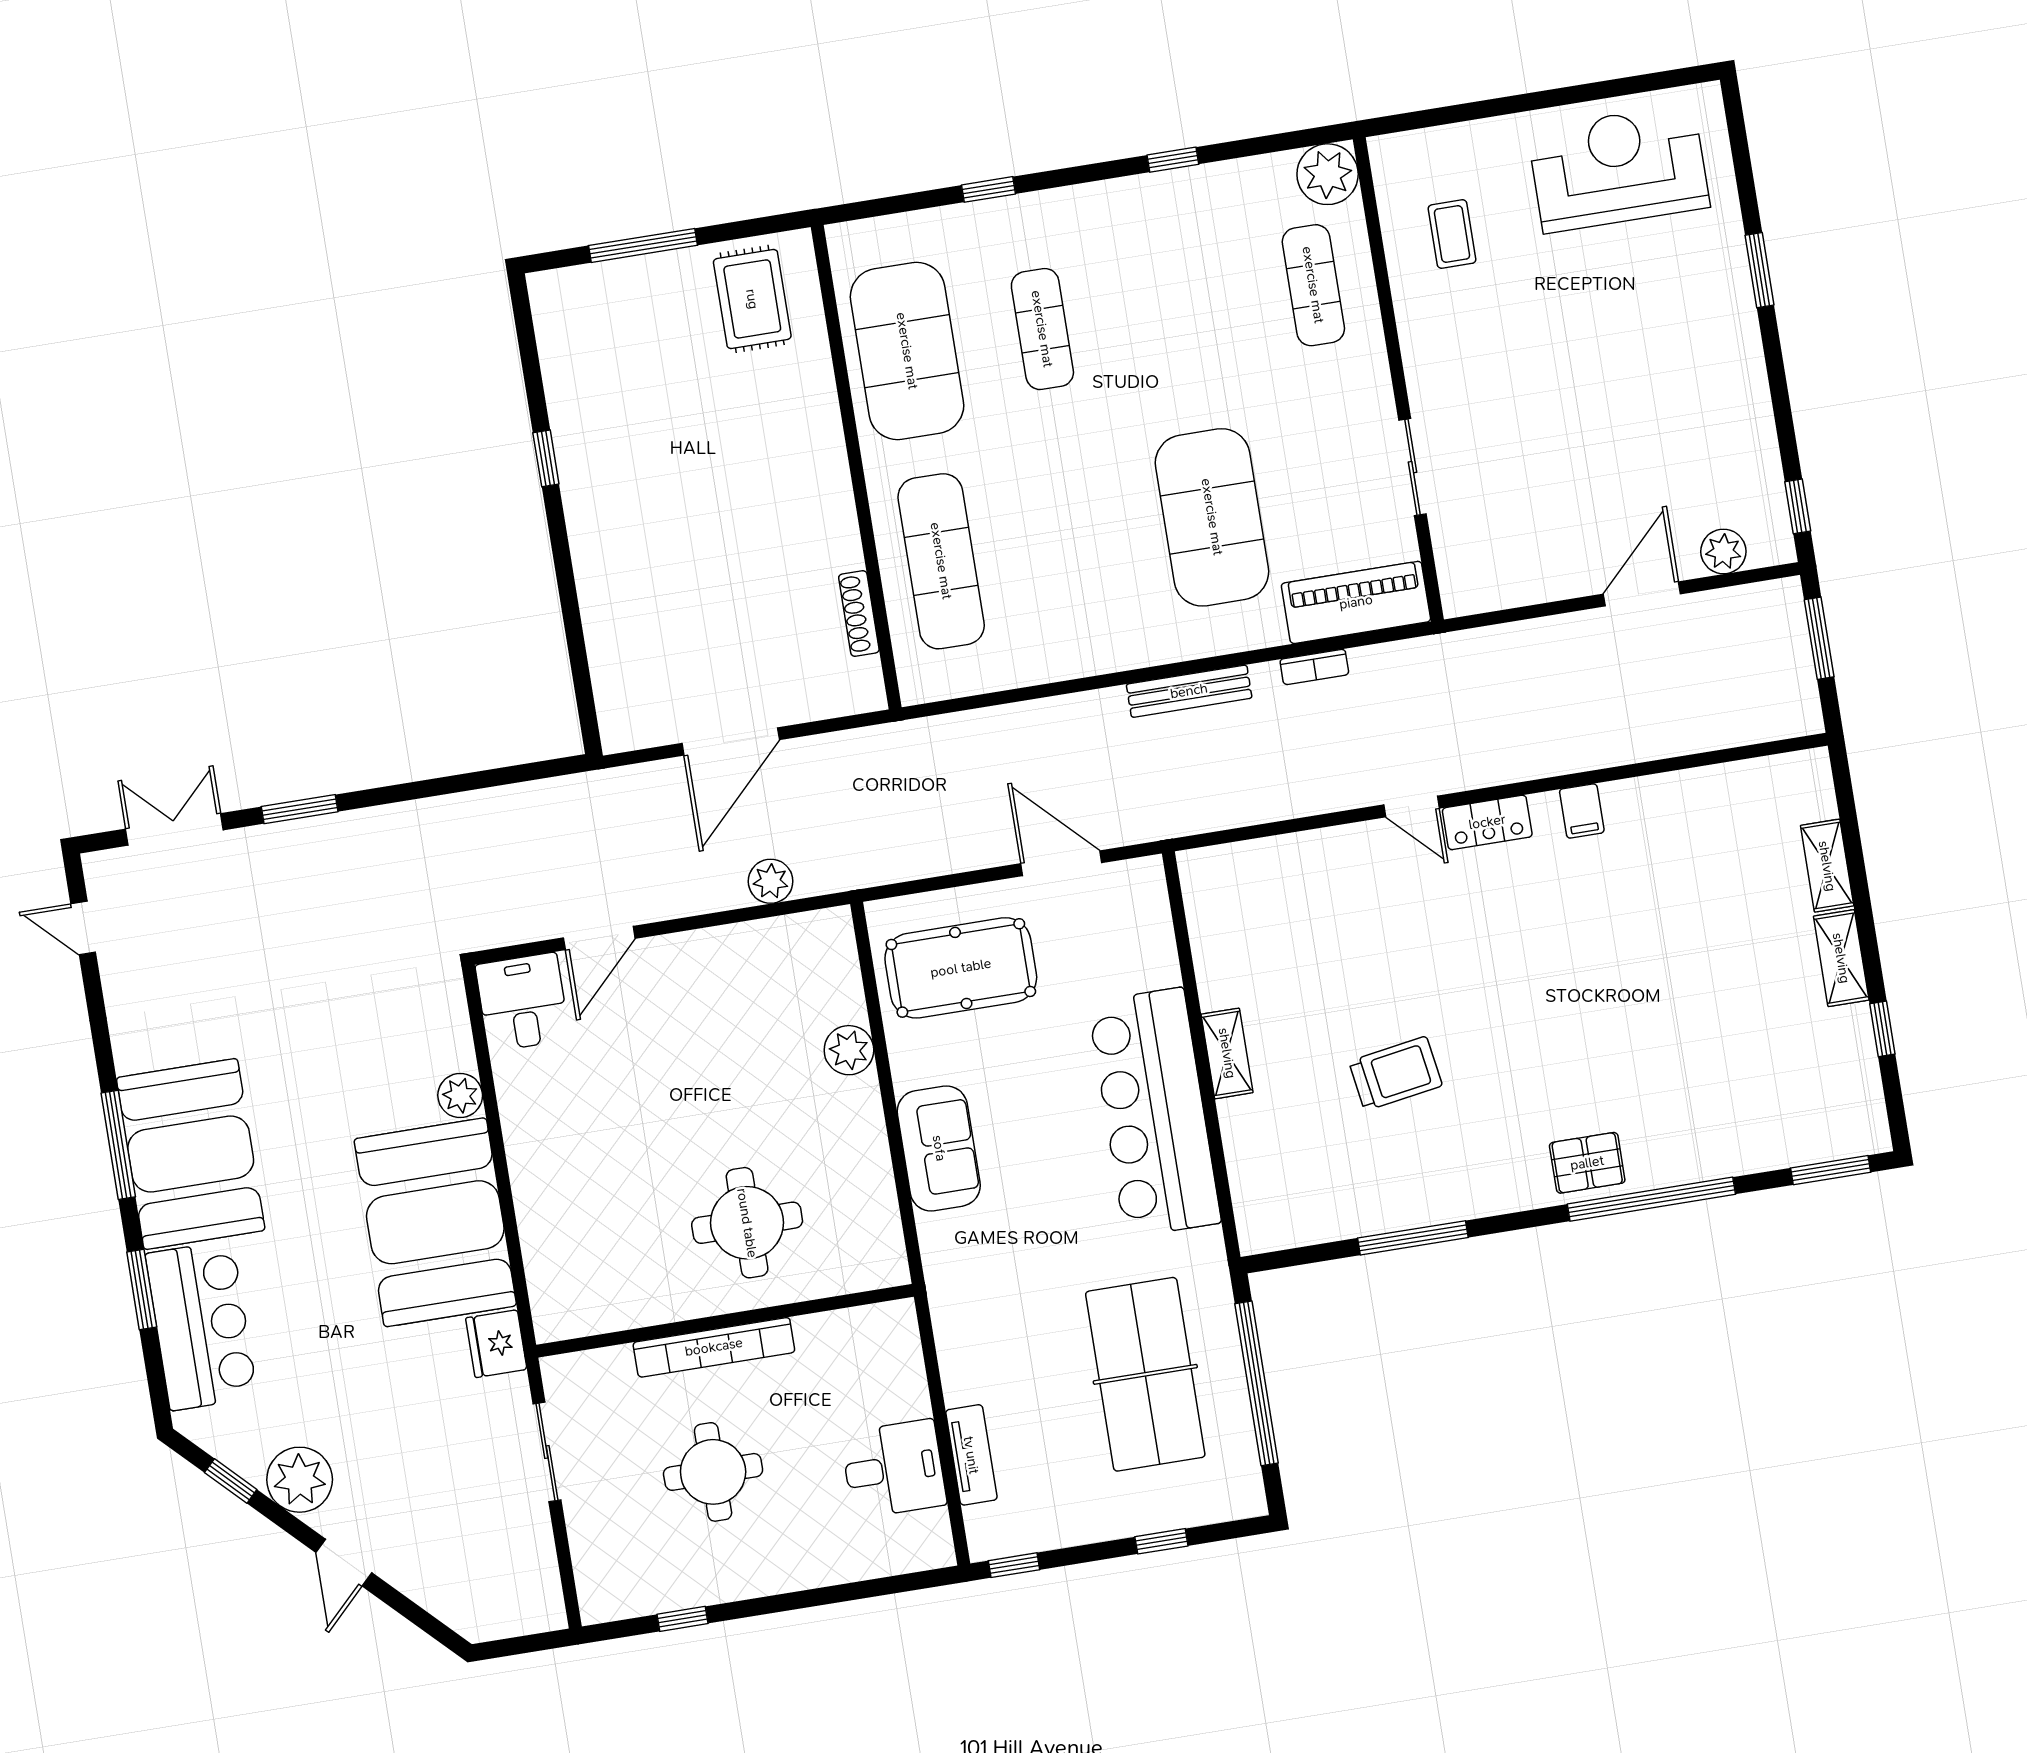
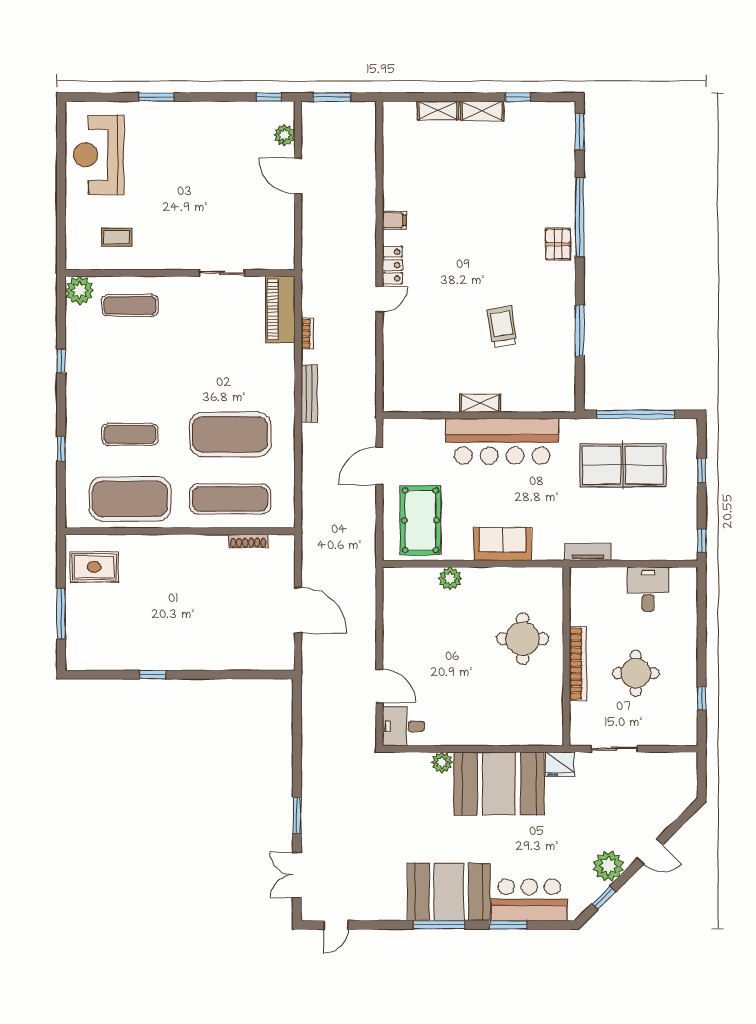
exercise mat: (1212, 517) -> (230, 434), moved
plant: (771, 881) -> (366, 602), removed
tv unit: (971, 1455) -> (588, 552), moved

